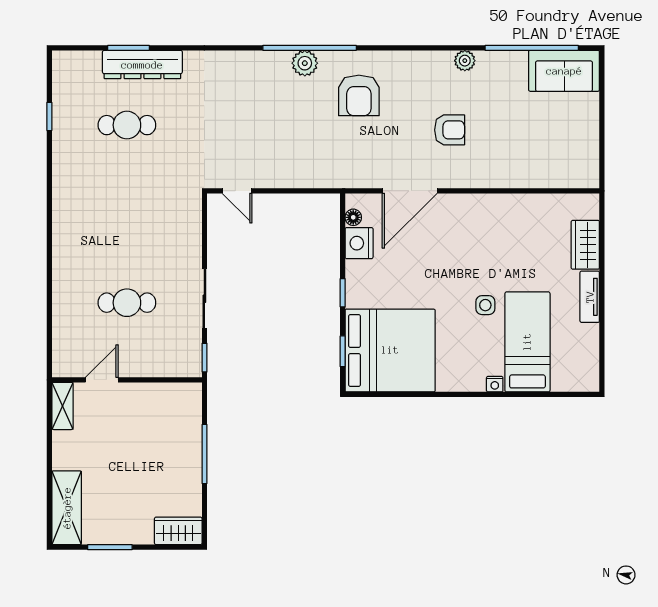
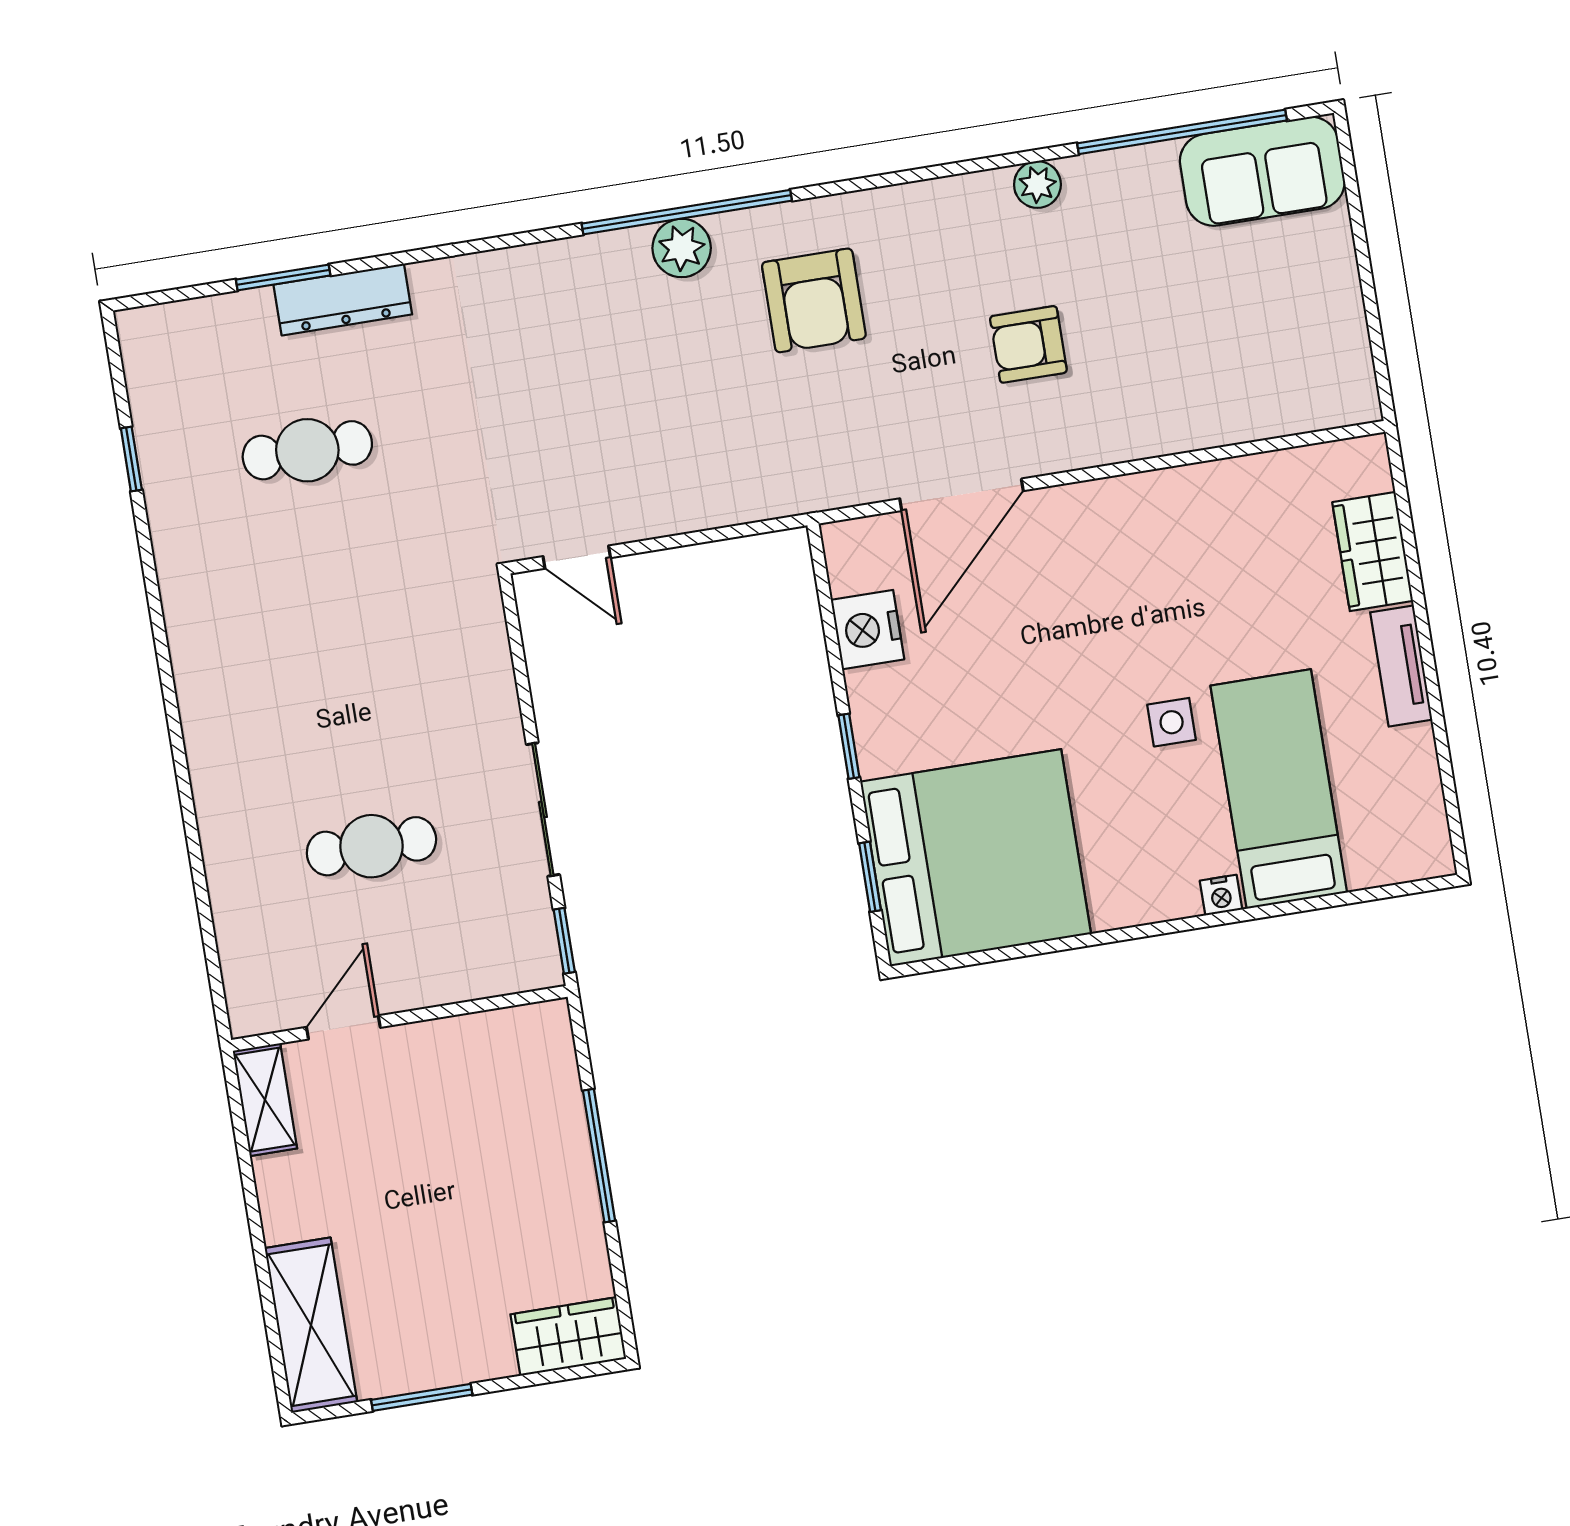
dresser: (142, 65) -> (343, 300), width x0.73, depth x0.80
armchair: (450, 130) -> (1028, 344), turned 180
floor lamp: (353, 217) -> (845, 574), removed

